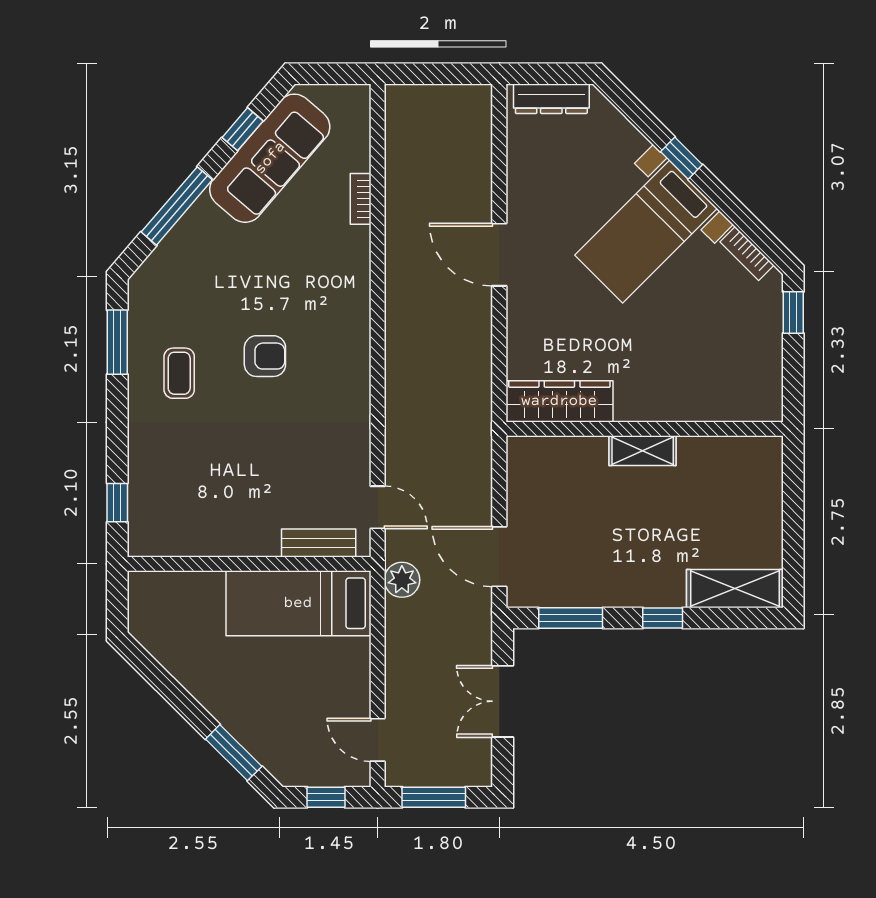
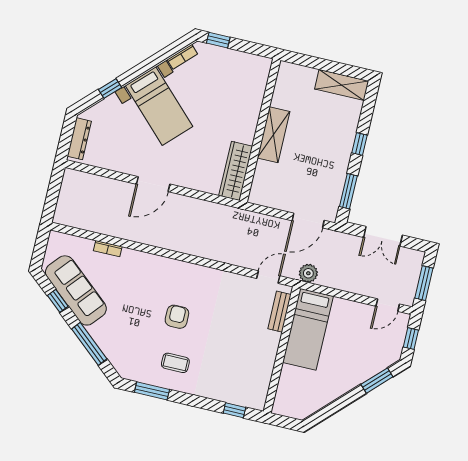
window: (682, 158) -> (110, 88), moved
shelving: (643, 451) -> (274, 135), width x1.50, depth x1.33
shelving: (735, 589) -> (342, 85), moved, turned 90

